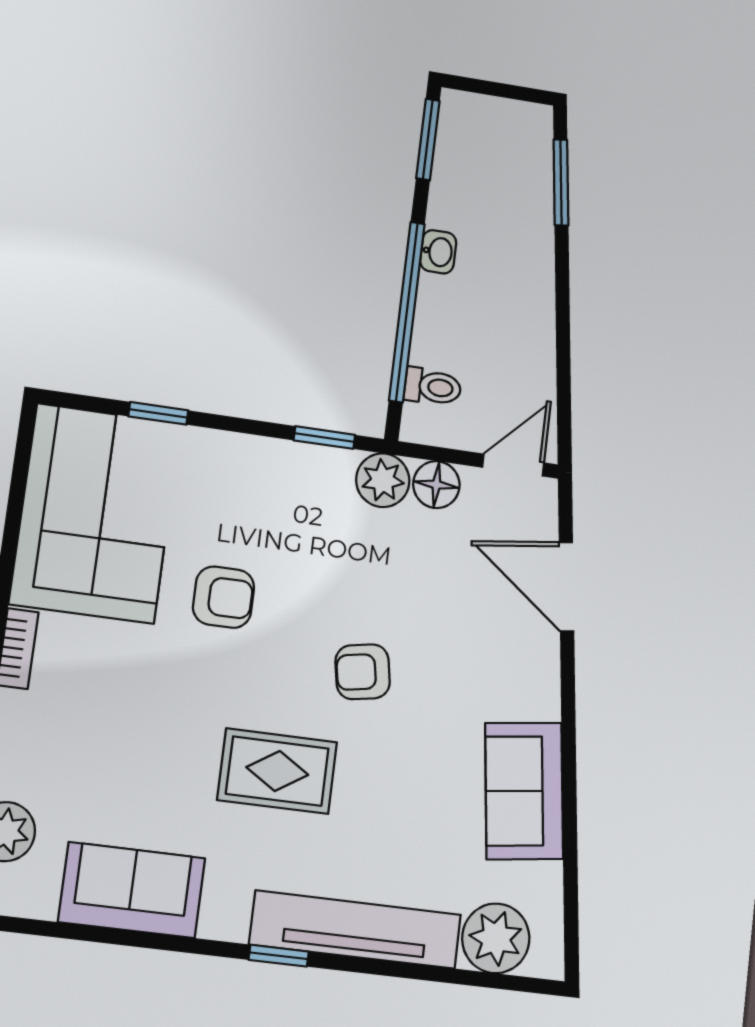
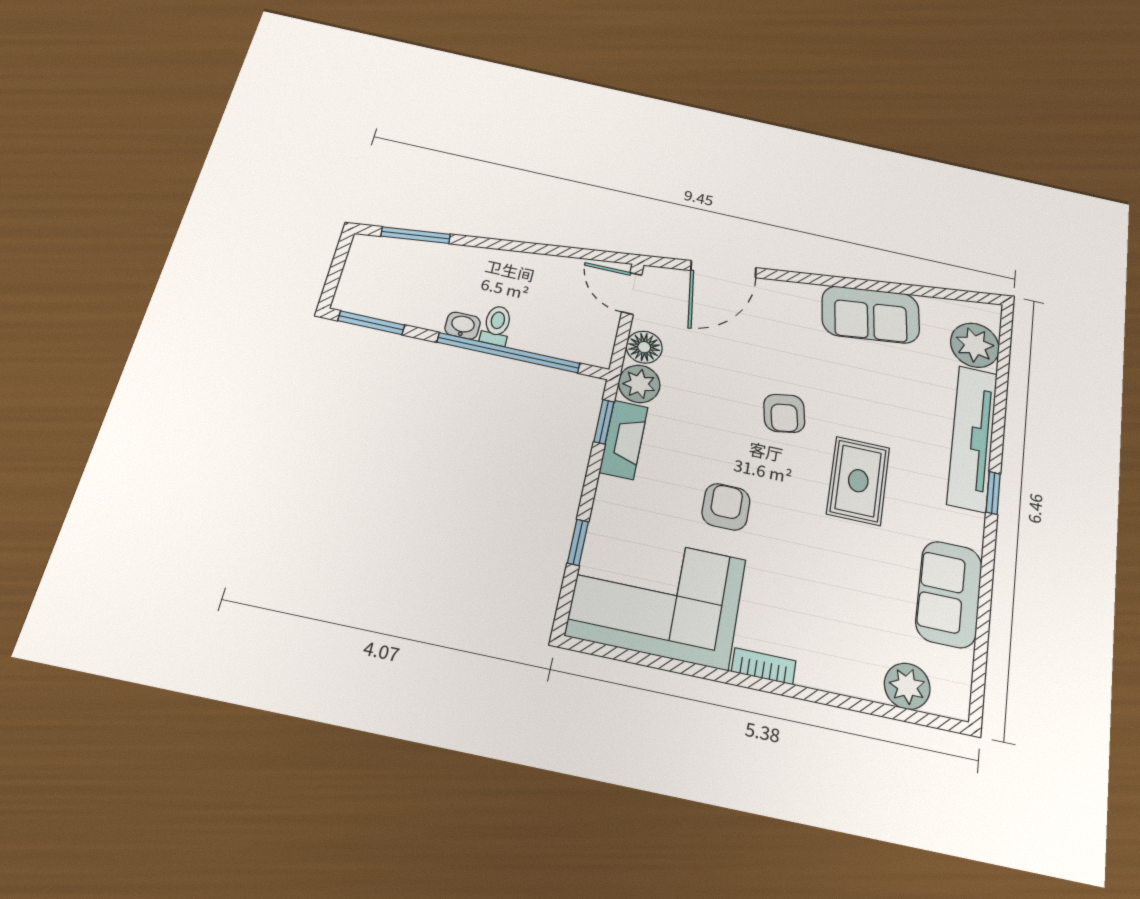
toilet: (433, 387) -> (497, 325), moved
fireplace: (302, 464) -> (624, 440), added

